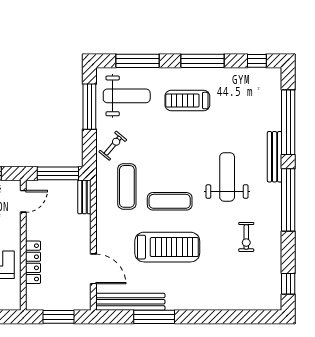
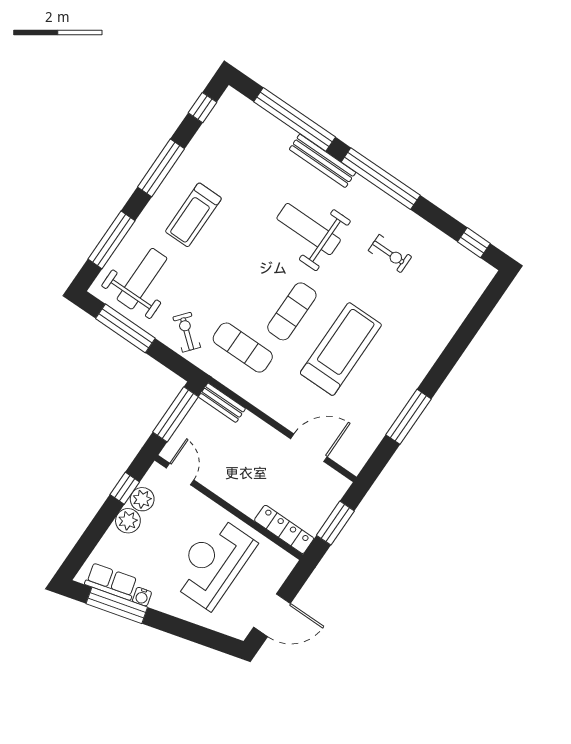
locker: (33, 262) -> (284, 529), moved
bench: (130, 302) -> (373, 432), removed

